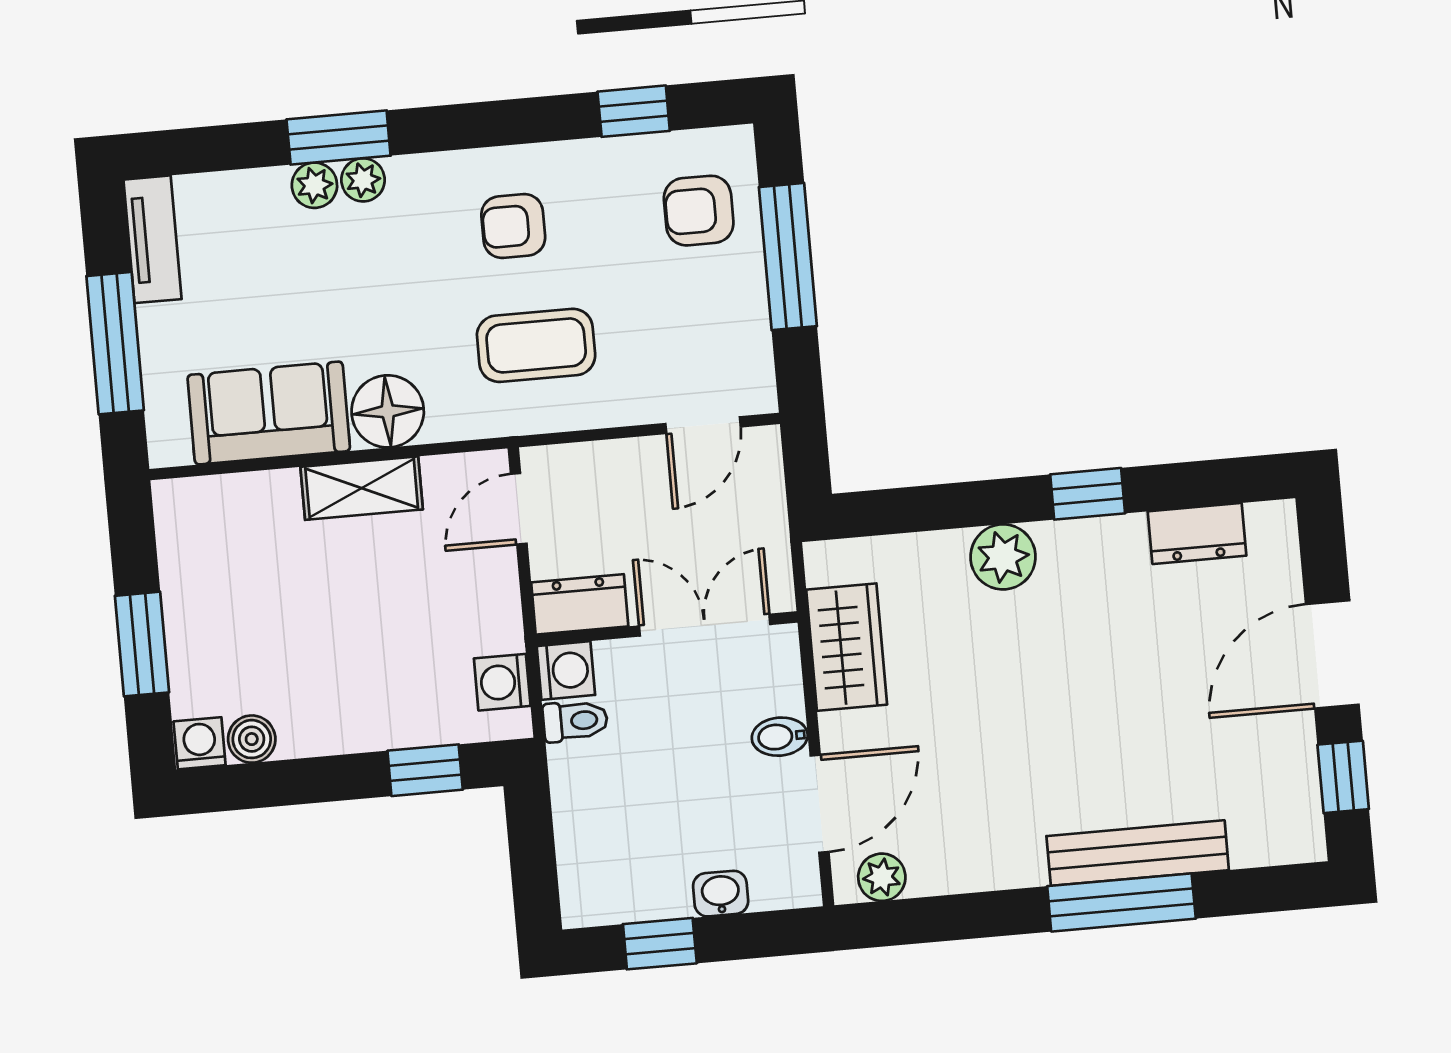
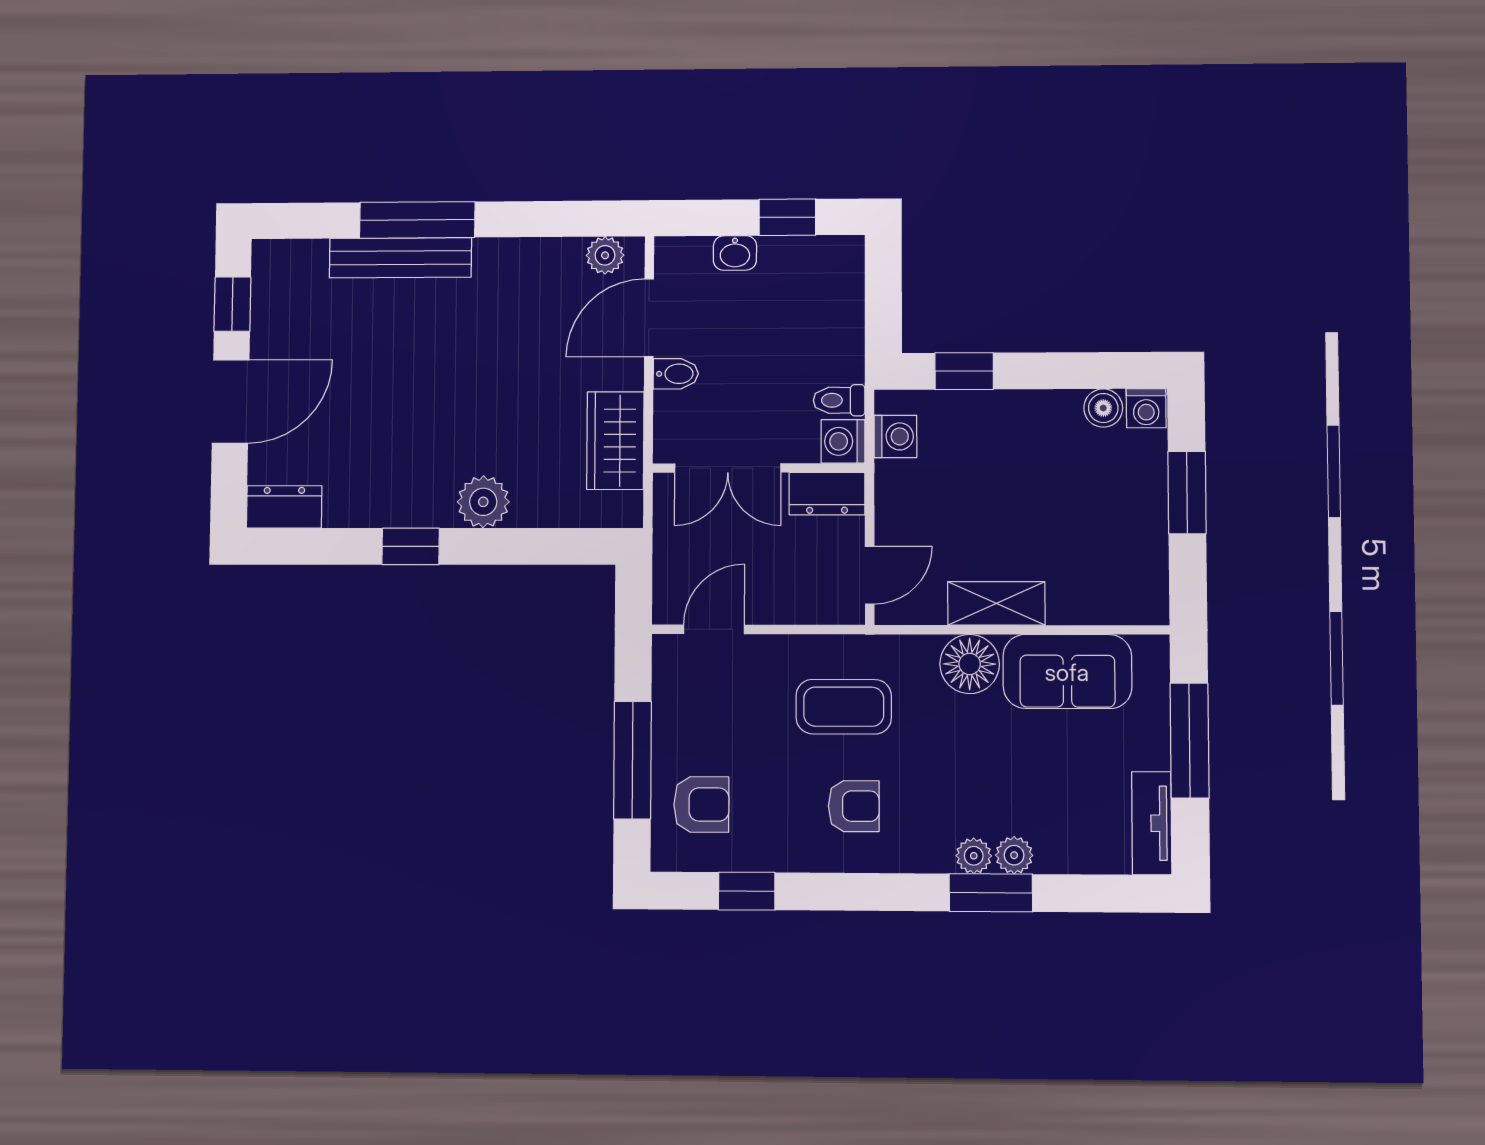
dresser: (1197, 534) -> (284, 507), moved

